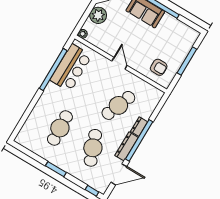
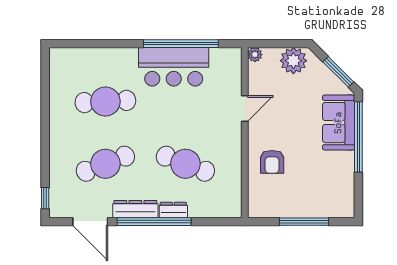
door: (119, 63) -> (245, 109), moved
armchair: (159, 67) -> (272, 162), moved
bar counter: (71, 68) -> (174, 67), moved
window: (56, 169) -> (45, 130), removed

